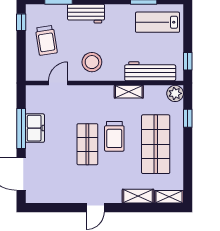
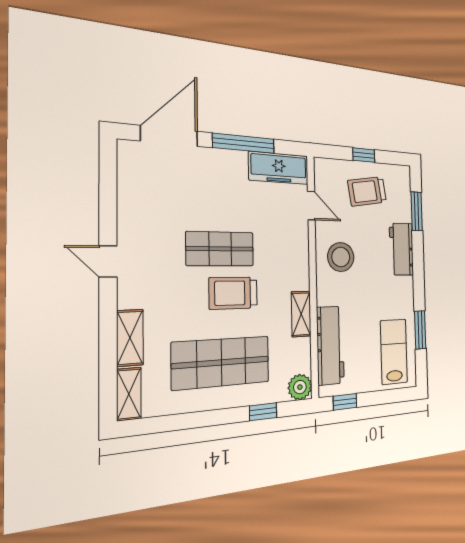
window: (21, 22) -> (364, 155), moved
freezer: (35, 128) -> (279, 168), moved, width x1.40

